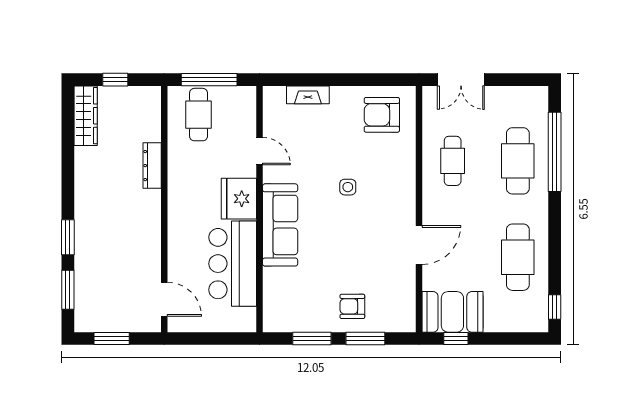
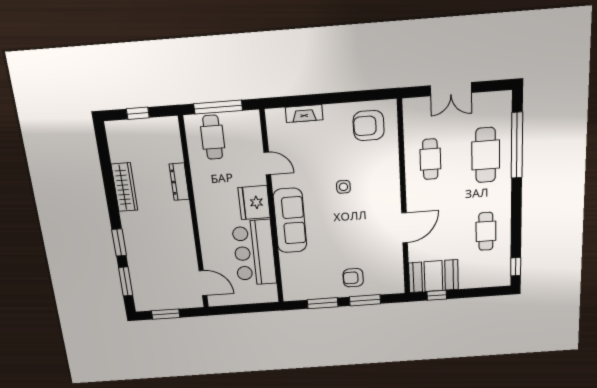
double door: (461, 80) -> (451, 89), moved
wardrobe: (86, 116) -> (124, 187), moved
cafe table: (518, 257) -> (486, 231), width x0.73, depth x0.74

